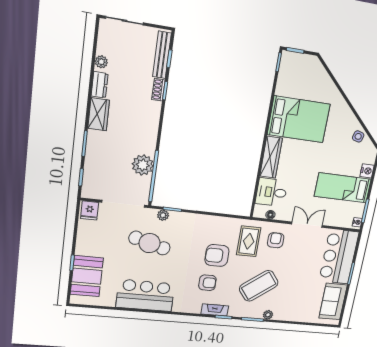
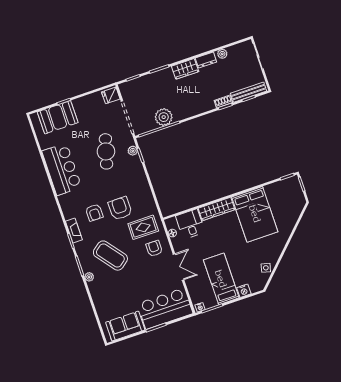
armchair: (276, 240) -> (154, 248), turned -90

